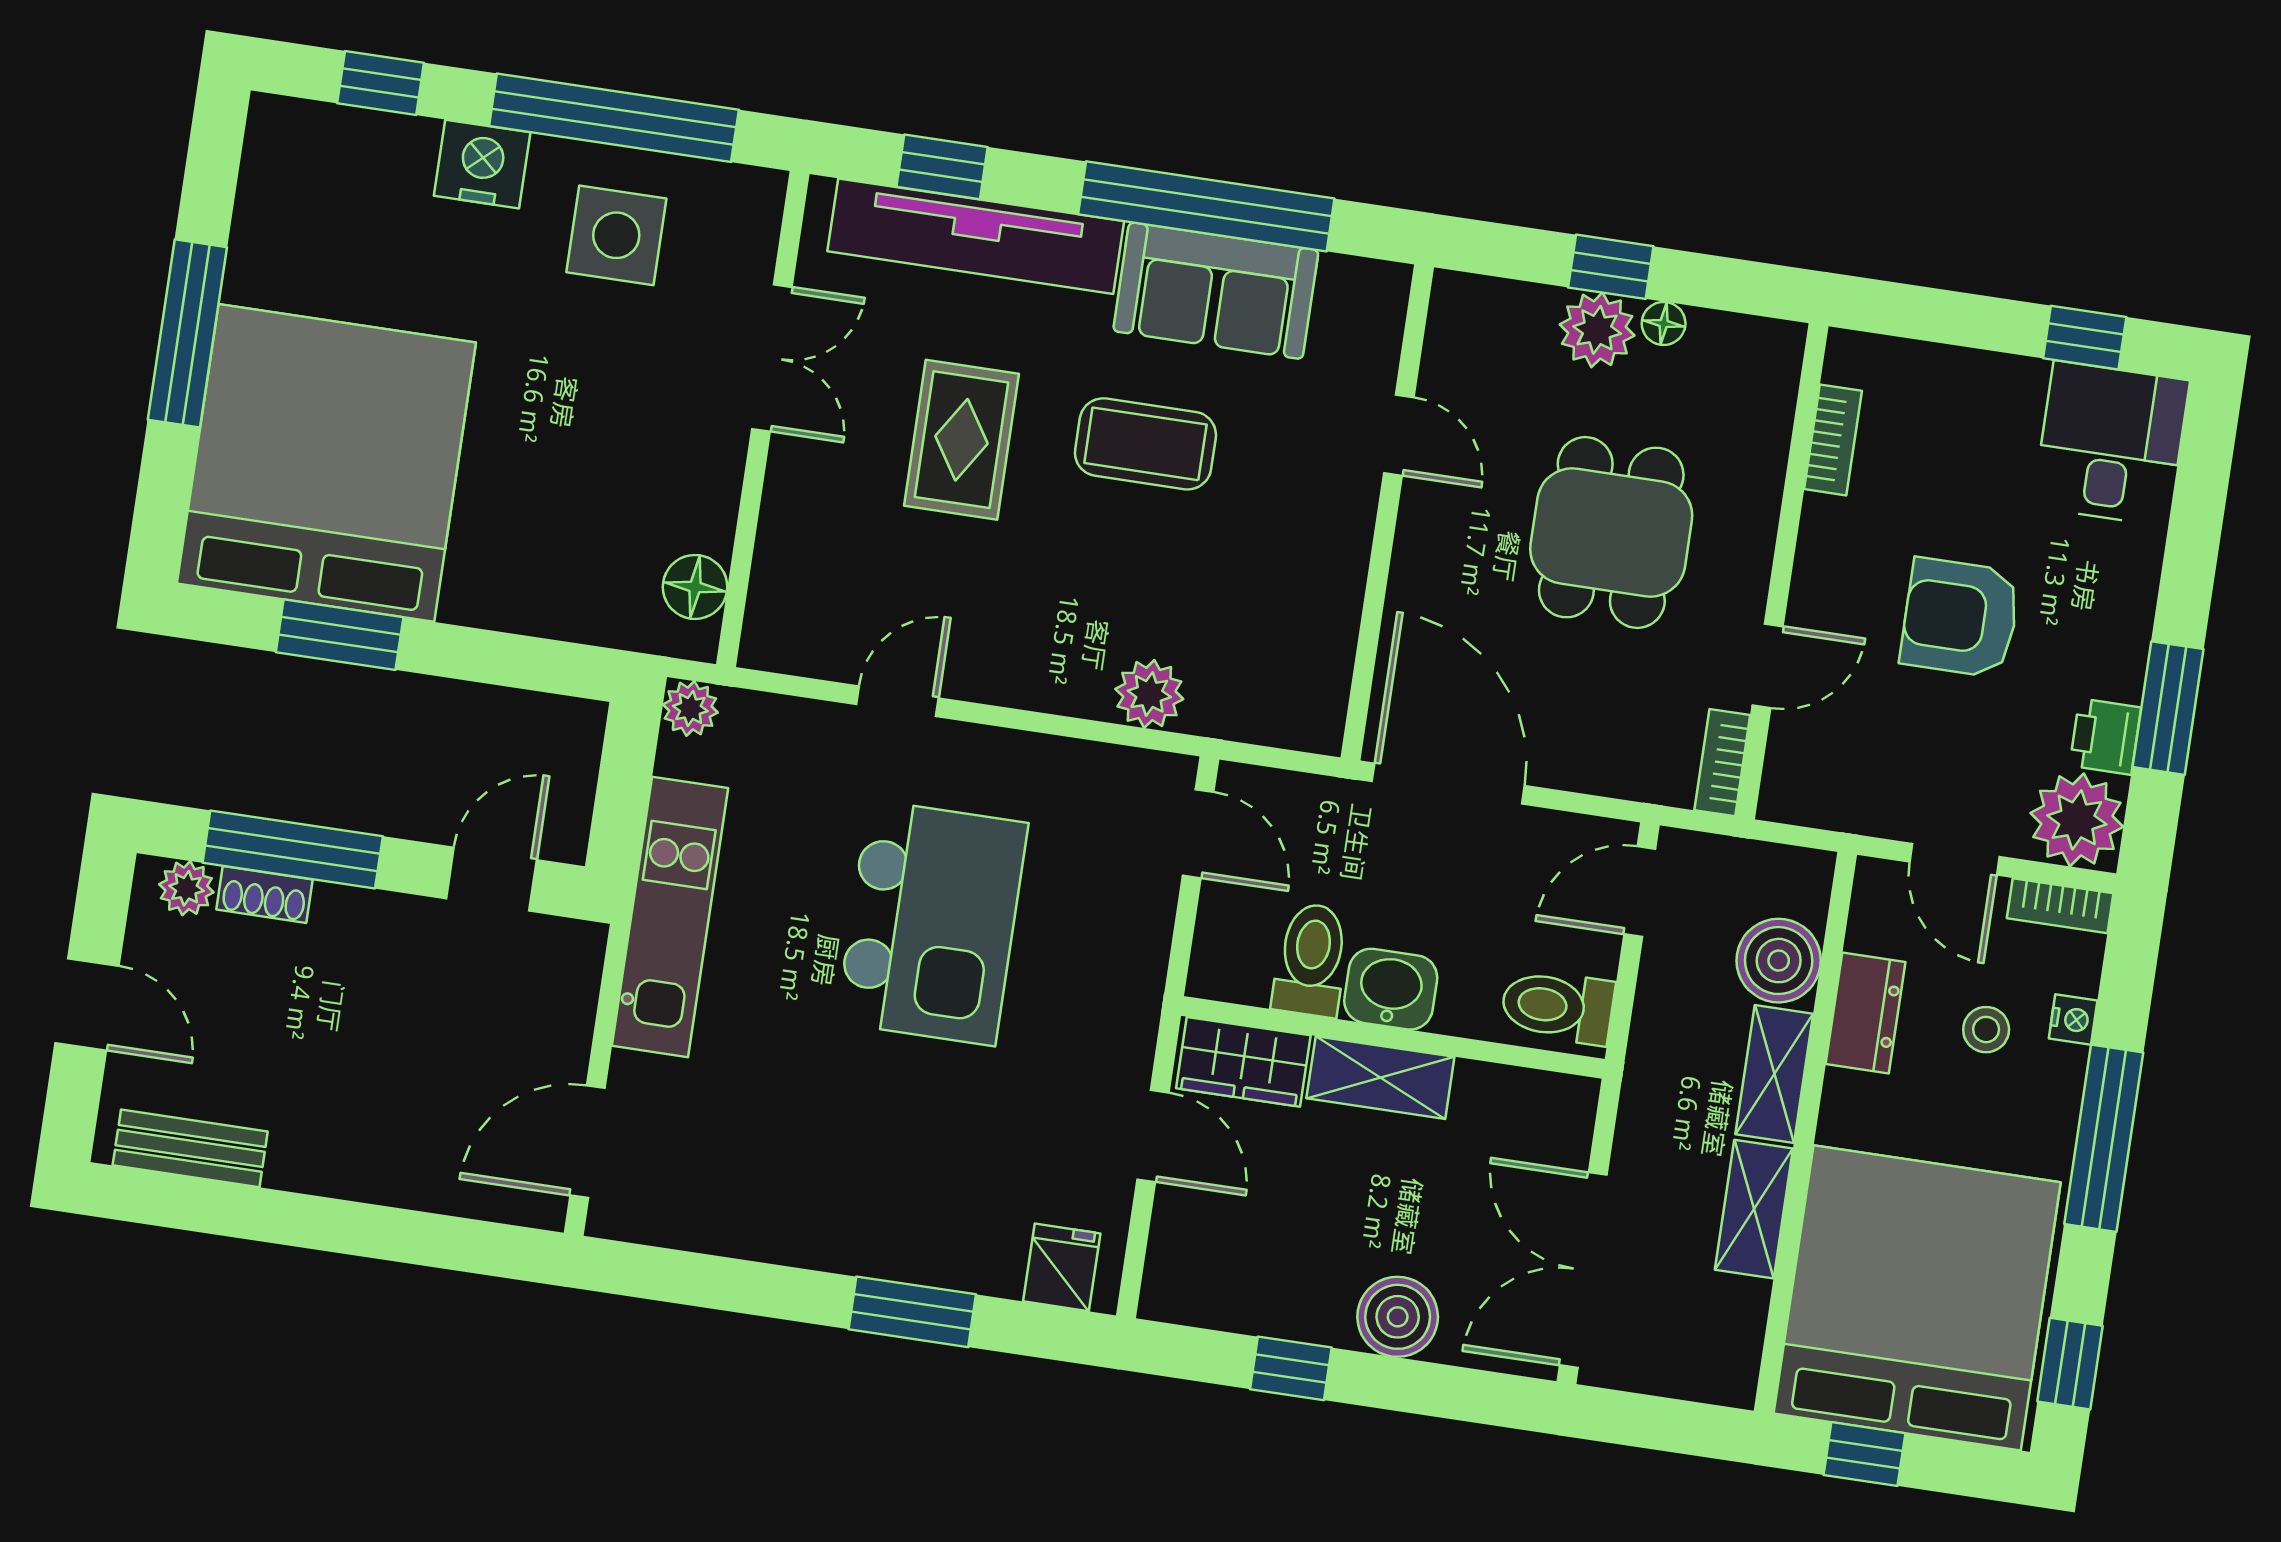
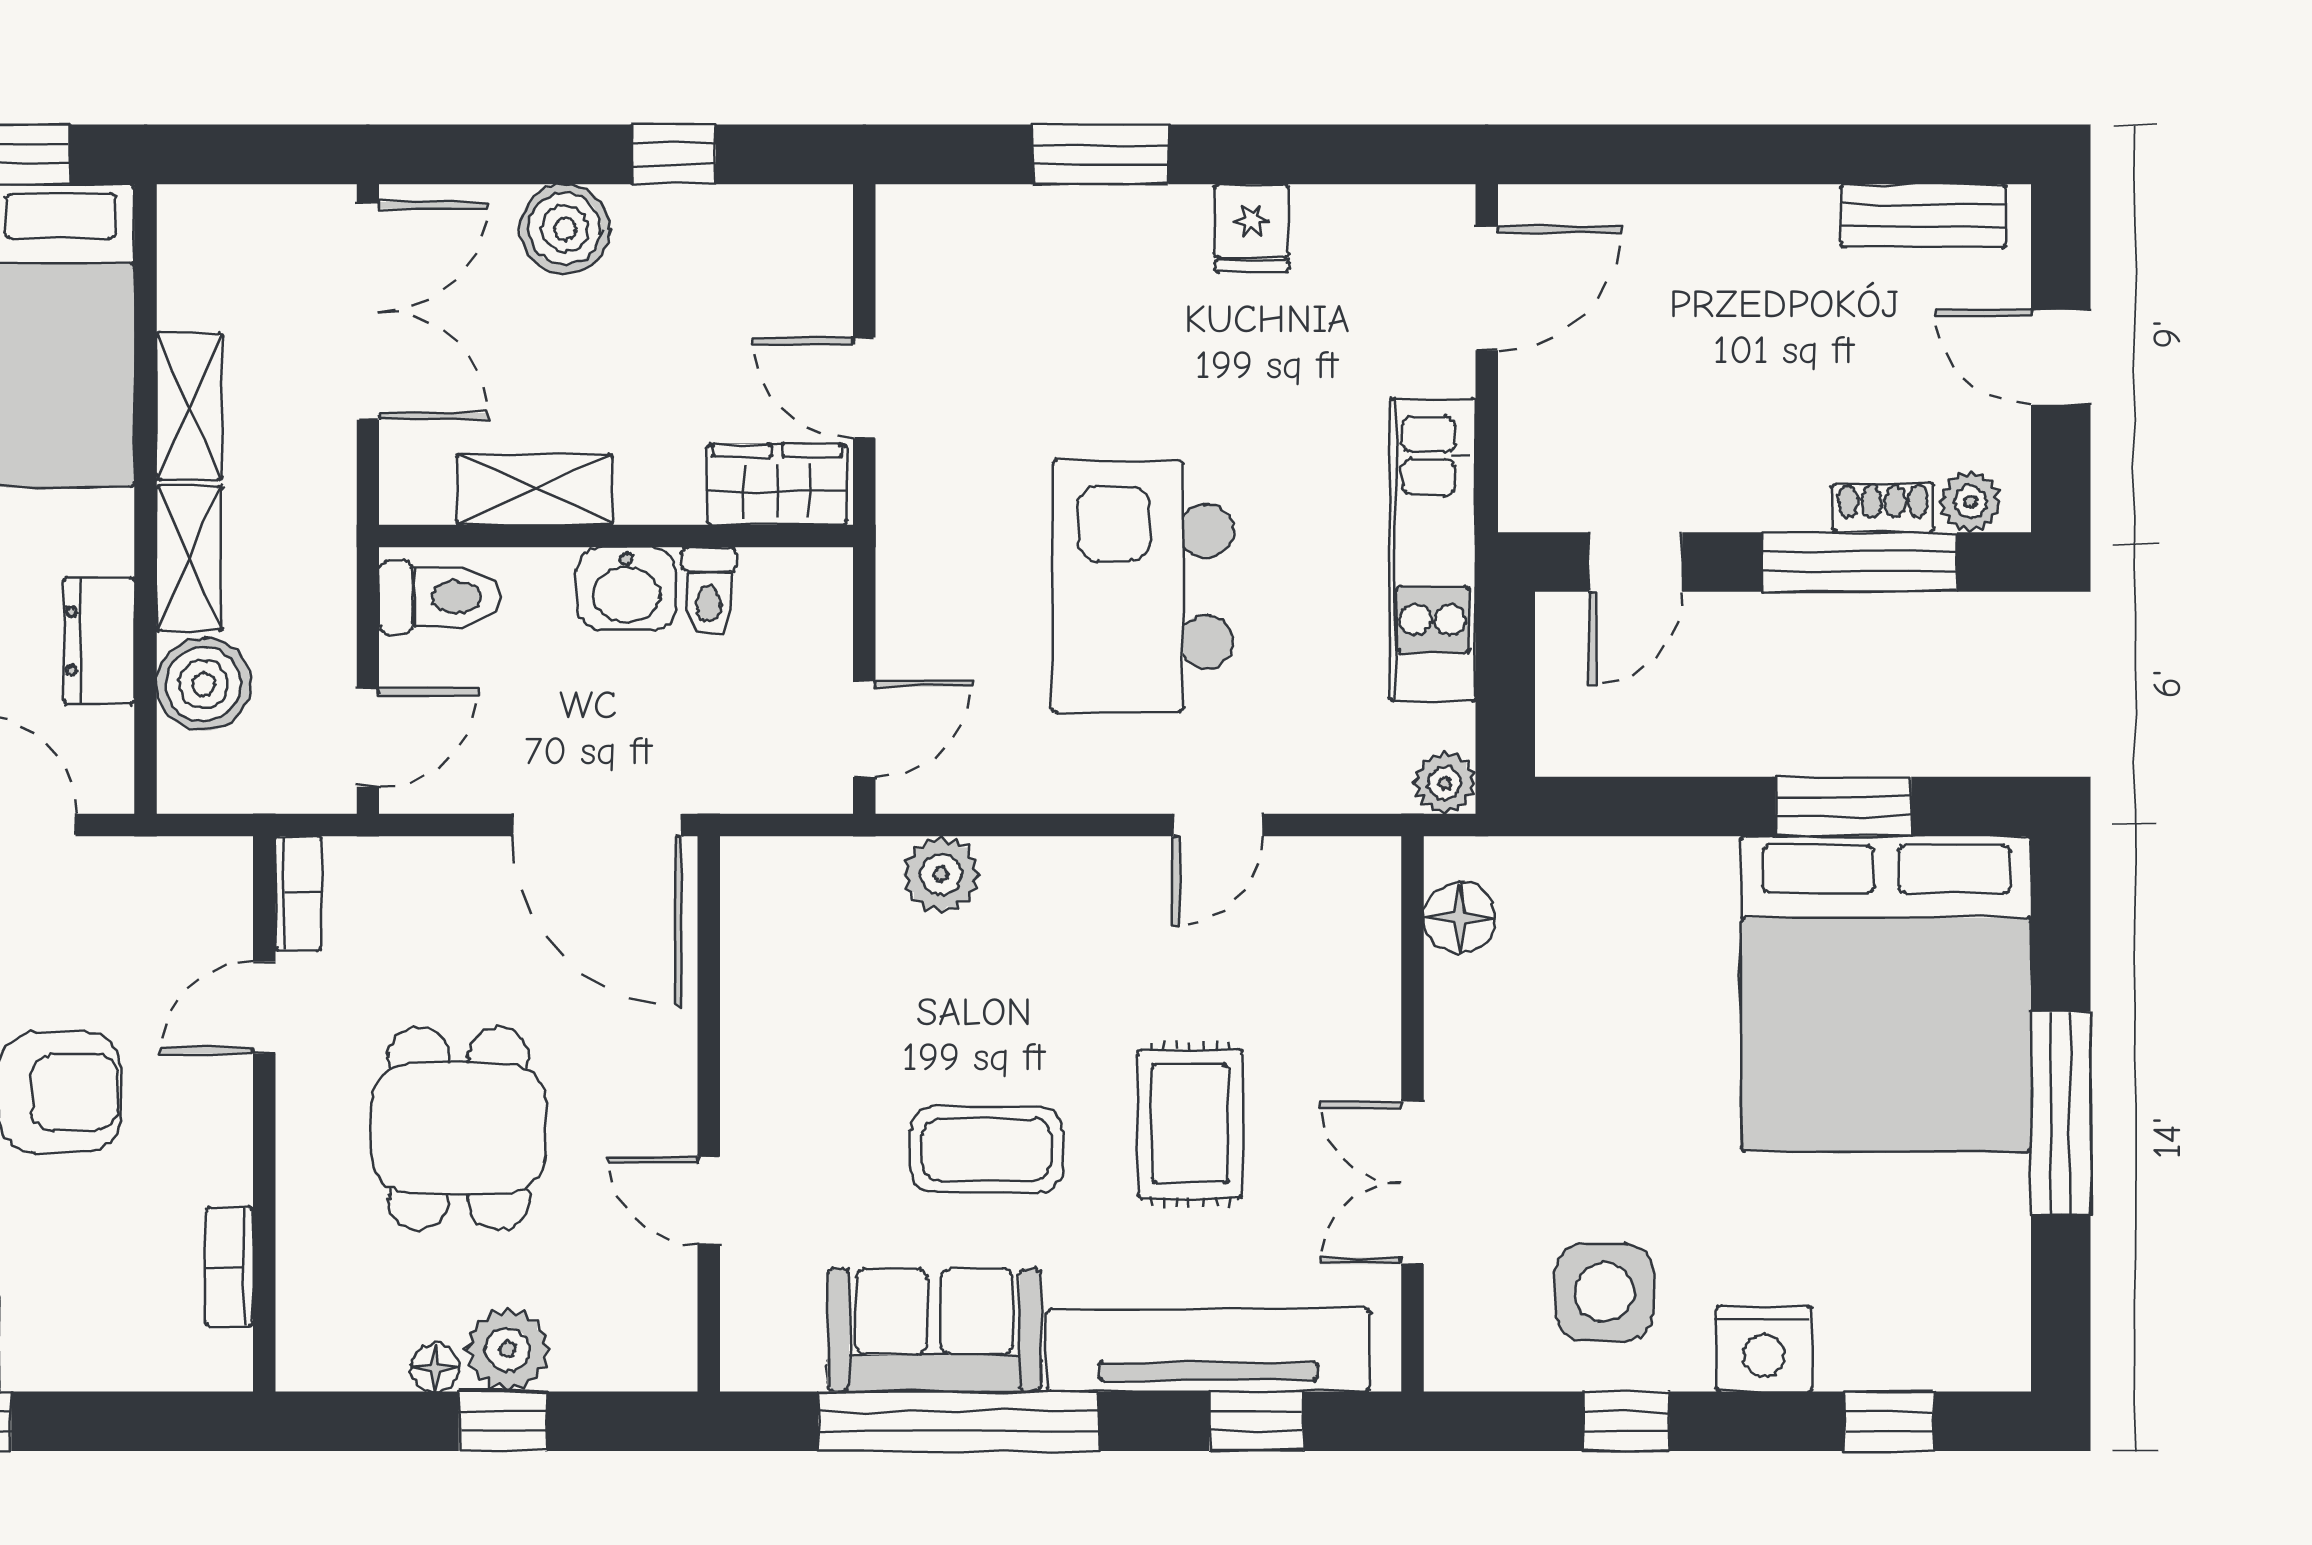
window: (614, 118) -> (1626, 1421), width x0.32
door: (1198, 834) -> (864, 729), swing flipped
toilet: (1311, 960) -> (709, 591), width x0.73, depth x0.72
shelving: (1380, 1078) -> (535, 490), moved
fridge: (1062, 1267) -> (1252, 228), moved

